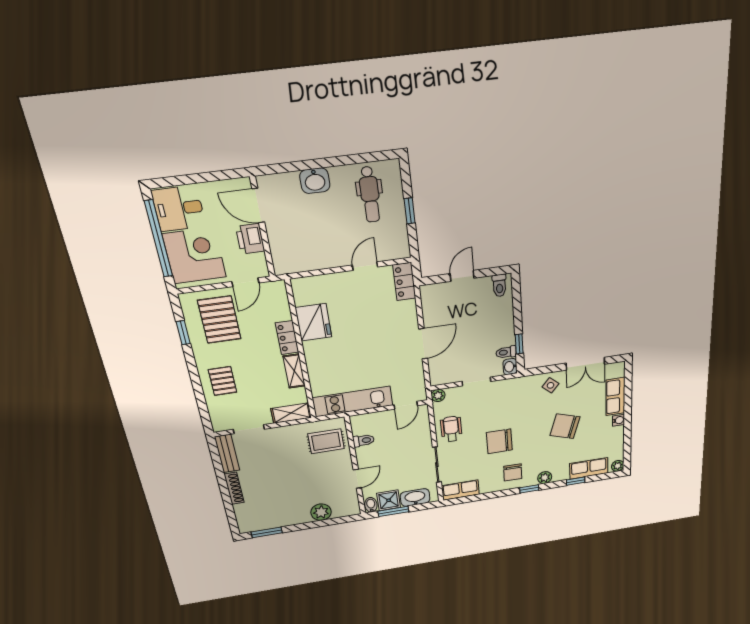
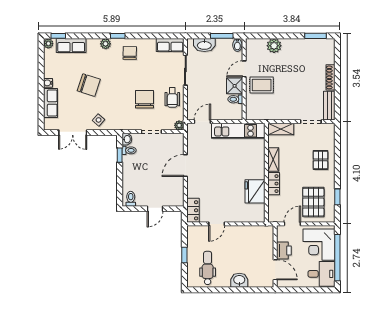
double door: (585, 364) -> (73, 133), swing flipped
rug: (326, 441) -> (262, 85), moved
chair: (499, 441) -> (145, 99), moved, turned -90
window: (576, 481) -> (58, 36), moved
shower: (389, 500) -> (235, 86), moved

